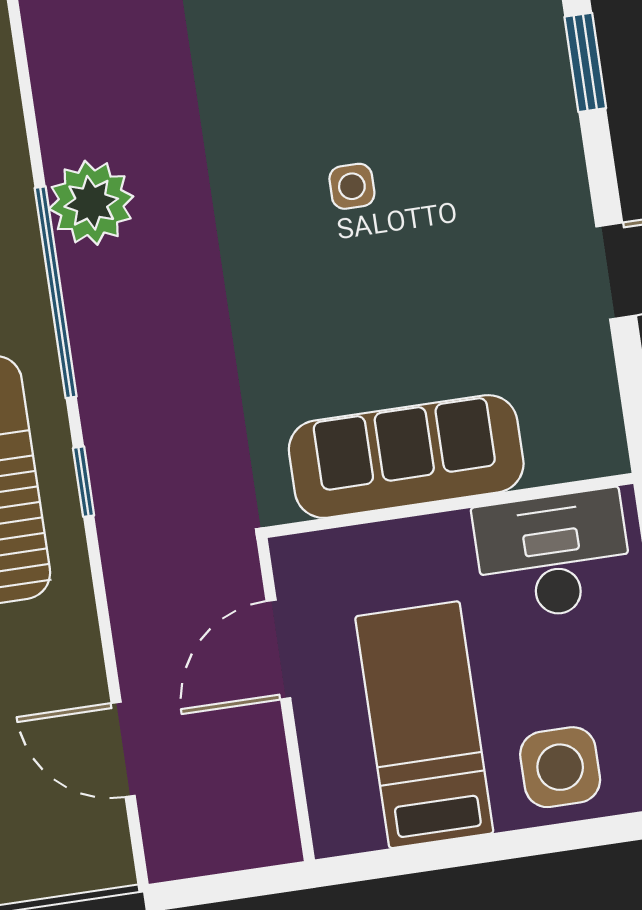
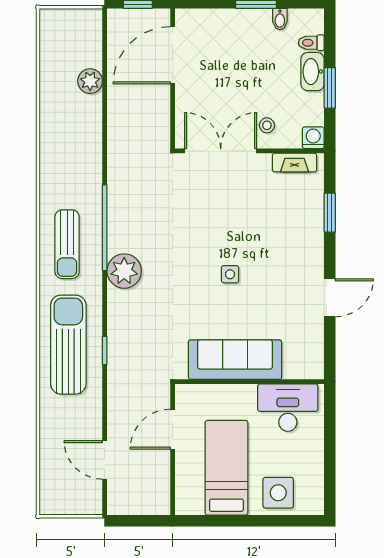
side table: (352, 186) -> (230, 274), moved
plant: (91, 203) -> (124, 271), moved
window: (56, 292) -> (105, 228), moved

